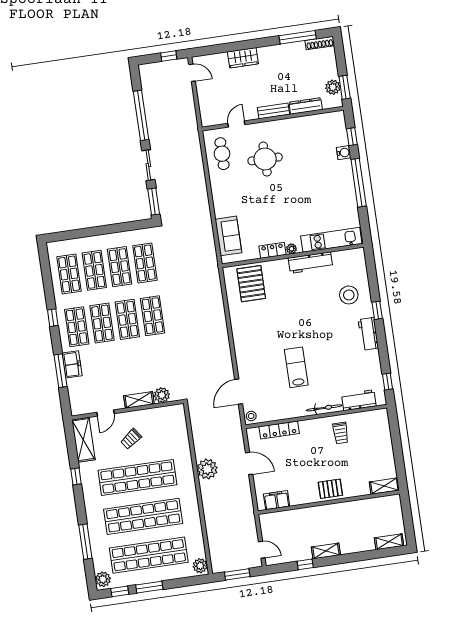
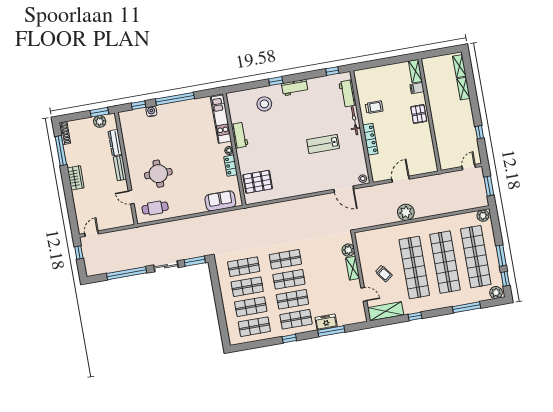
wardrobe: (243, 58) -> (76, 178), moved
workbench: (310, 263) -> (240, 135), width x0.73
locker: (279, 430) -> (370, 139), moved
filing cabinet: (277, 500) -> (417, 88), moved, width x0.50
shelving: (326, 551) -> (463, 89), moved

